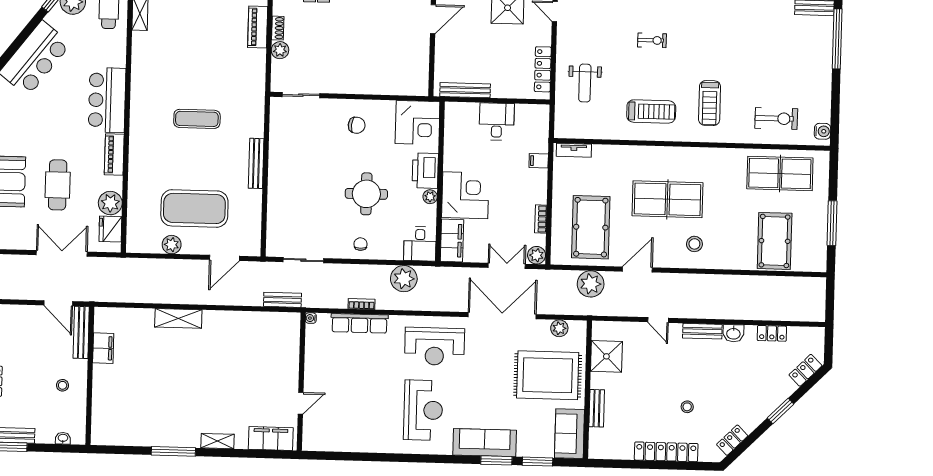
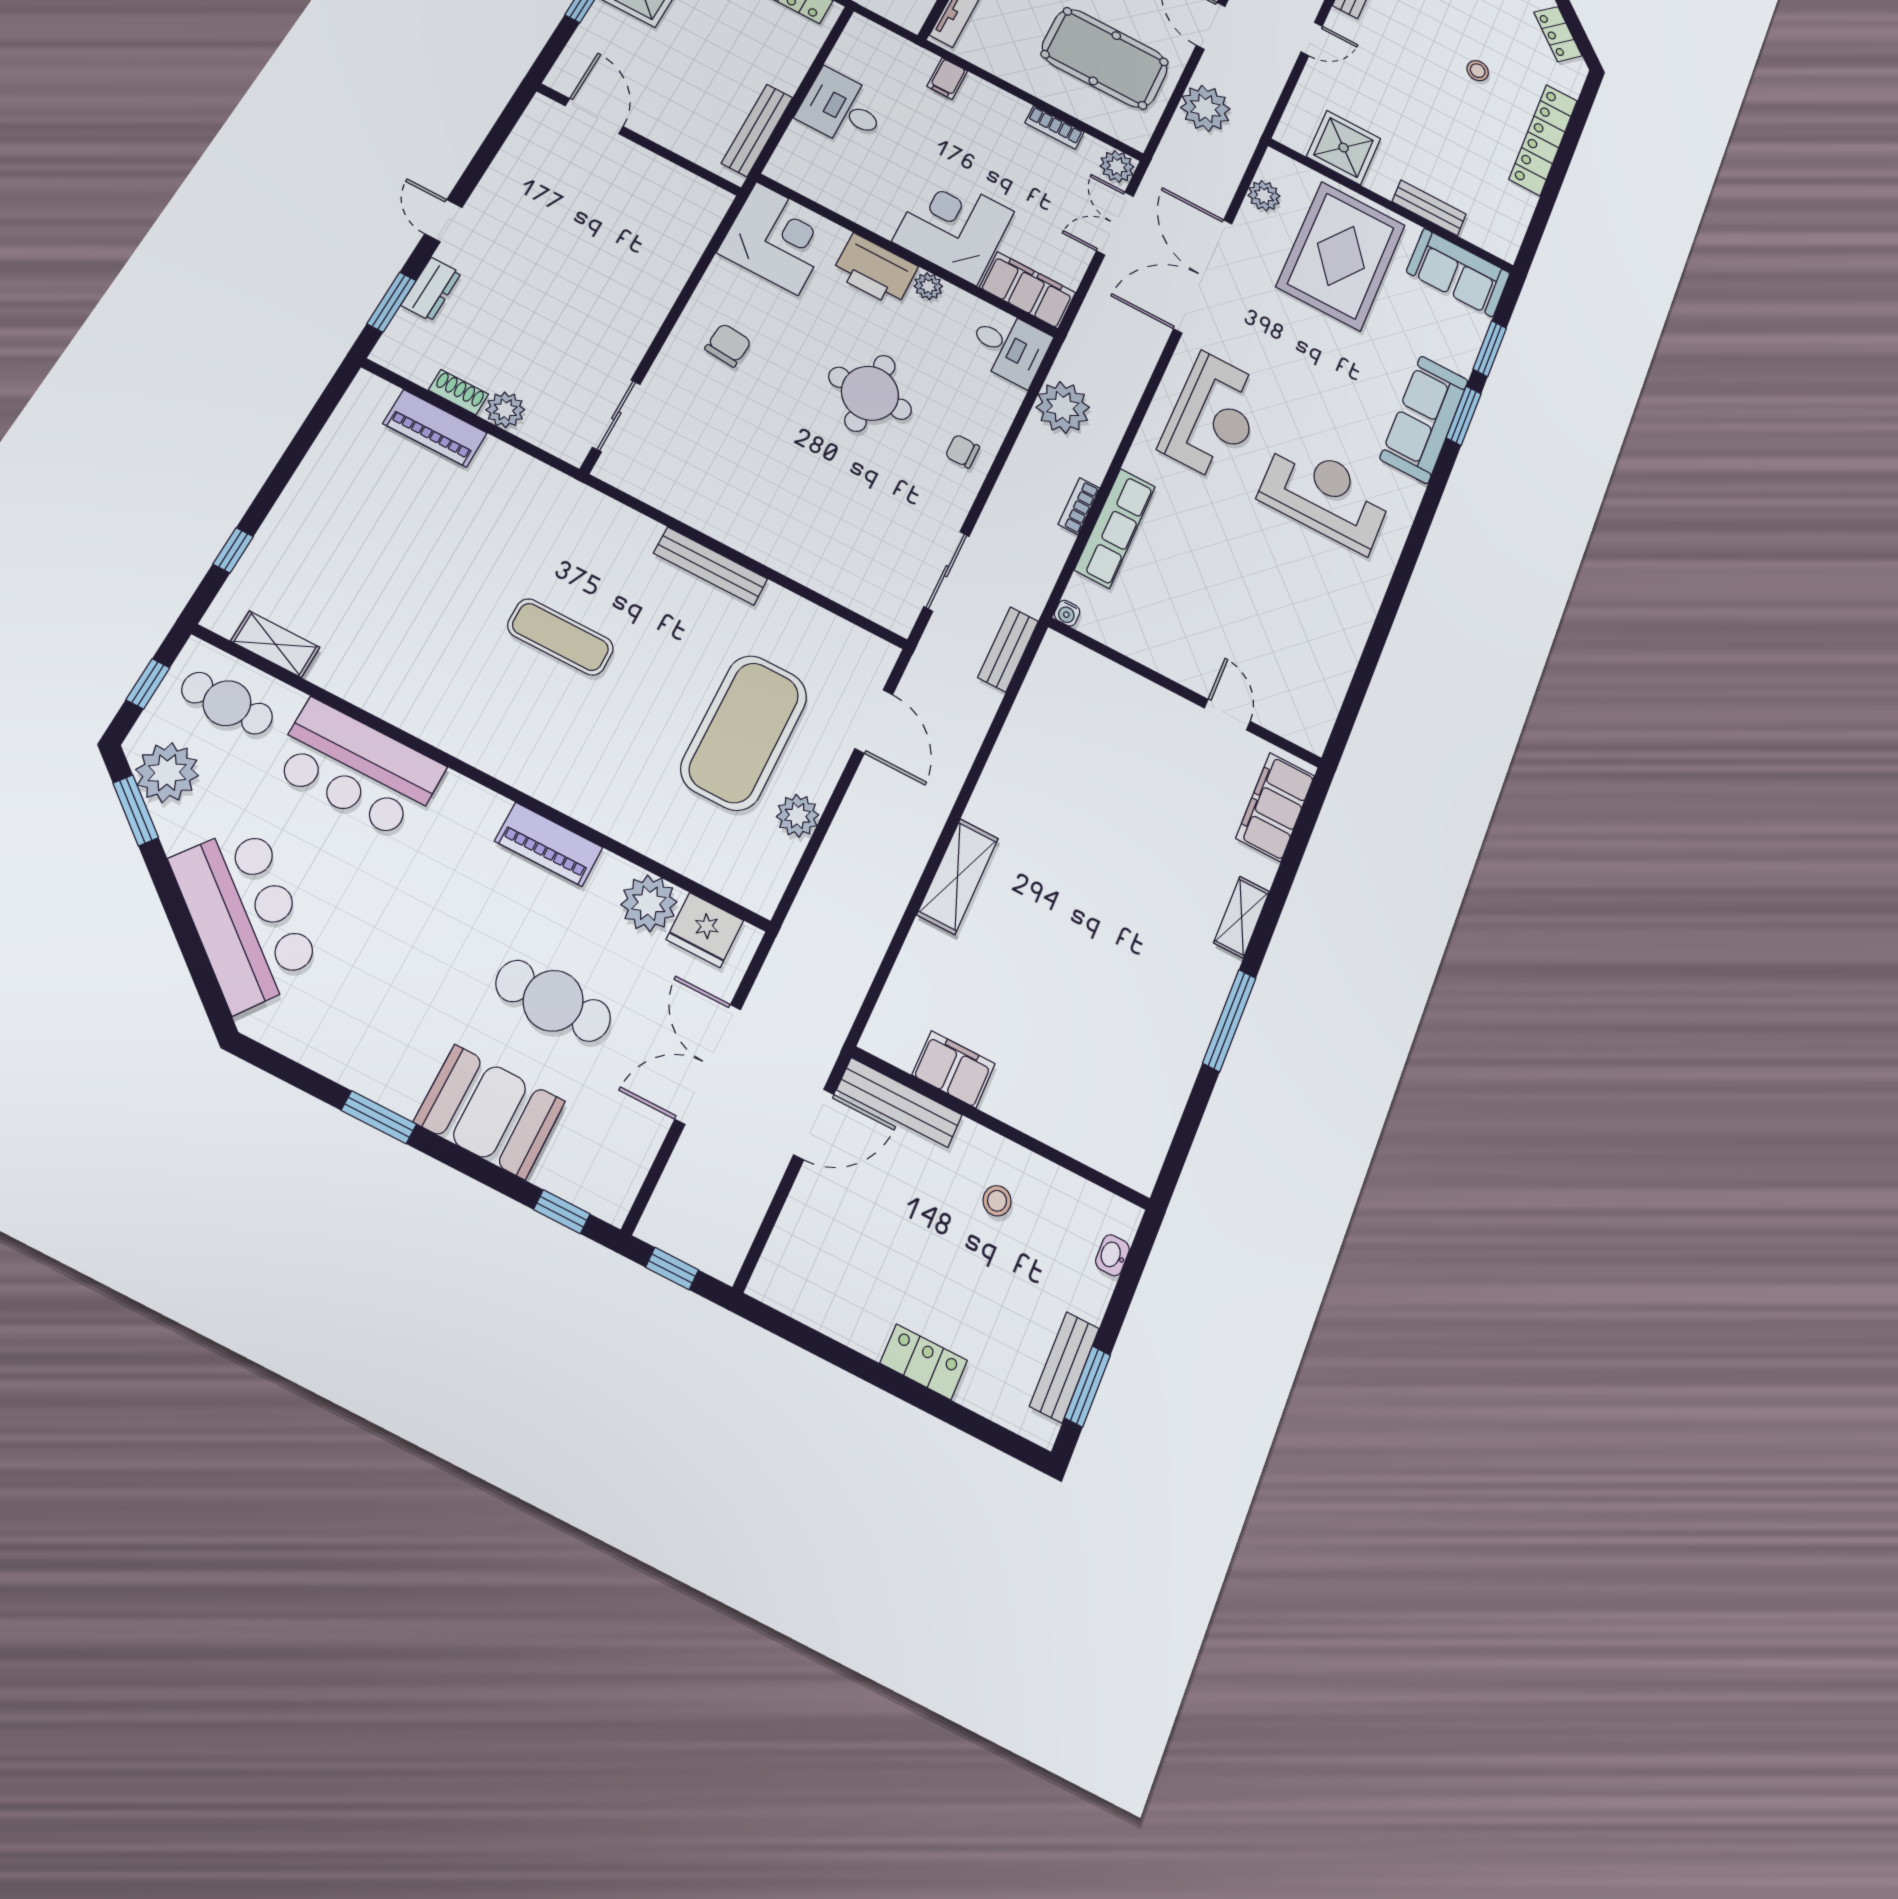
bar counter: (107, 100) -> (357, 769), moved
exercise mat: (197, 119) -> (560, 637), turned 90

